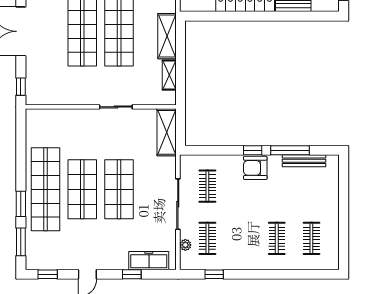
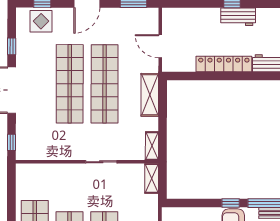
shelving: (169, 75) -> (152, 146), moved
shelving: (167, 132) -> (152, 178), width x0.67, depth x0.75

